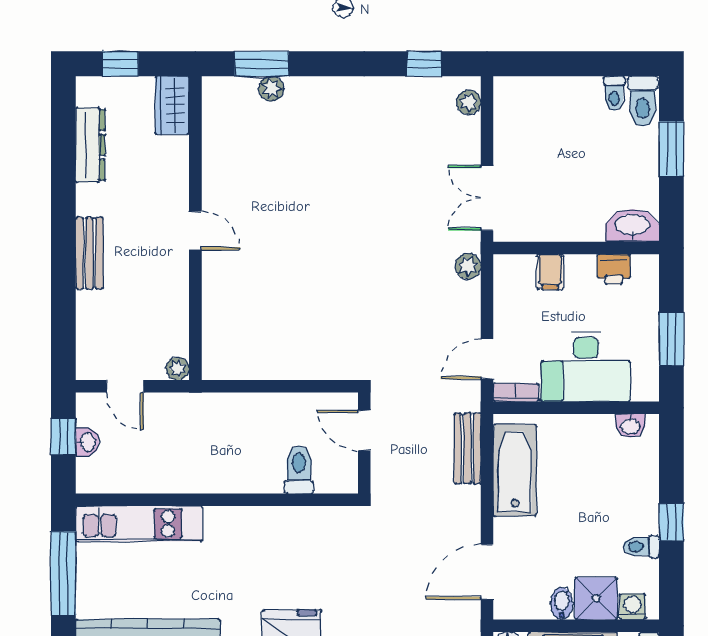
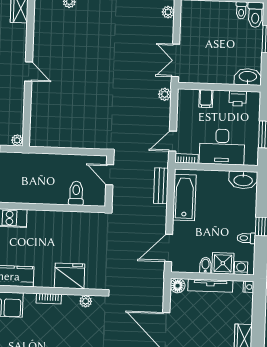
washbasin: (630, 426) -> (243, 180), width x1.91, depth x1.45

